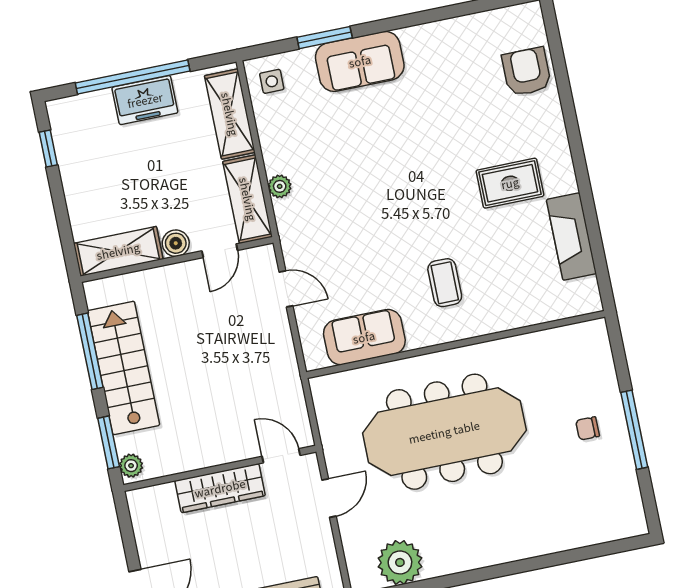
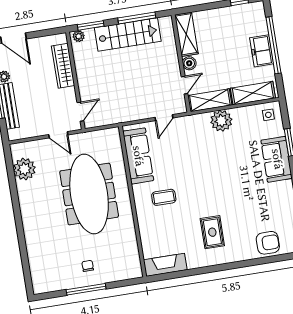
plant: (280, 186) -> (221, 121), width x1.88, depth x1.88
fireplace: (571, 237) -> (165, 265), moved
door: (220, 251) -> (185, 85), swing flipped
sofa: (364, 337) -> (138, 156), width x1.36
wardrobe: (220, 488) -> (63, 66), moved

